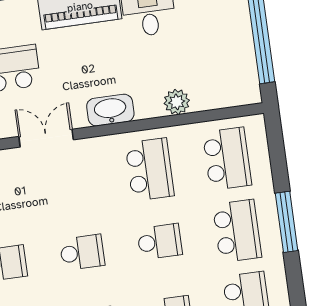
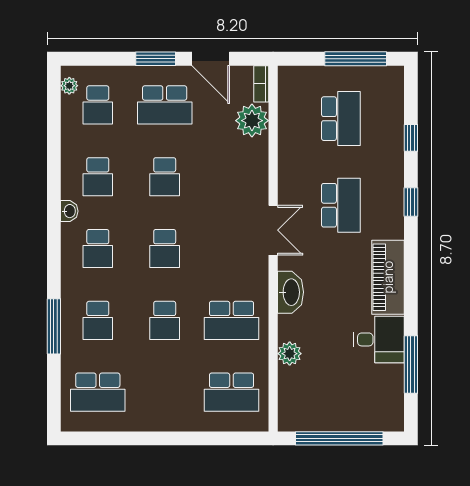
window: (287, 222) -> (167, 438), removed
school desk: (237, 231) -> (165, 392), removed

